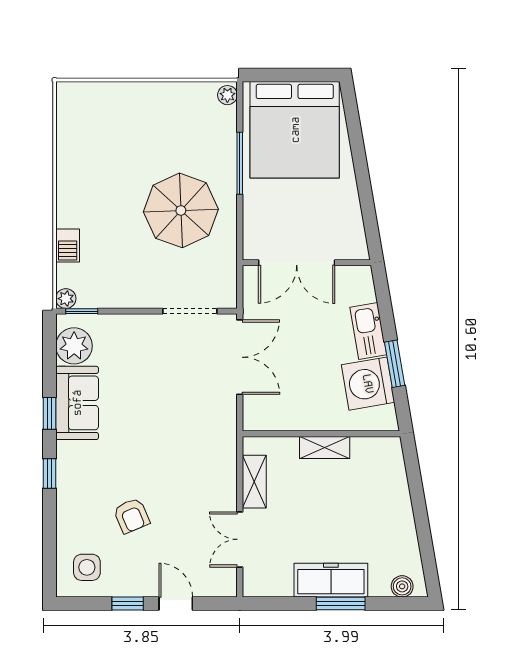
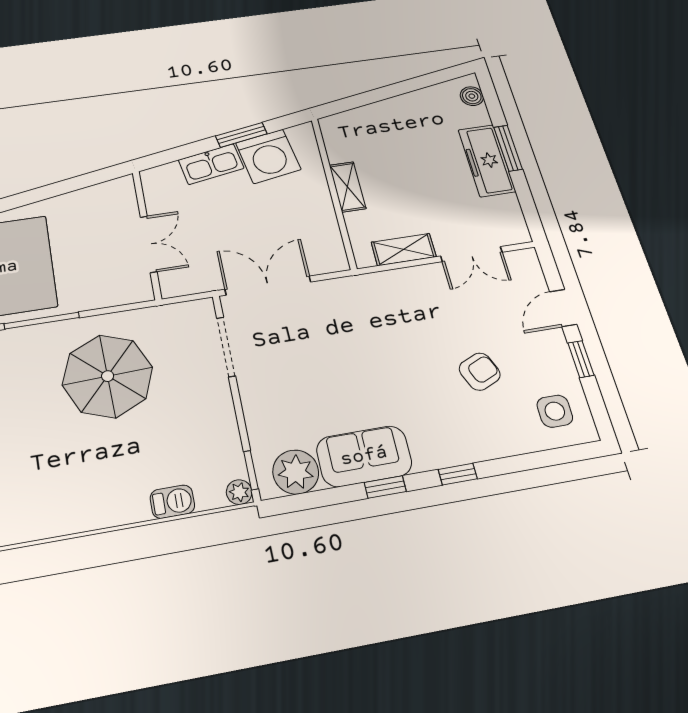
double door: (297, 263) -> (149, 244), width x0.73

